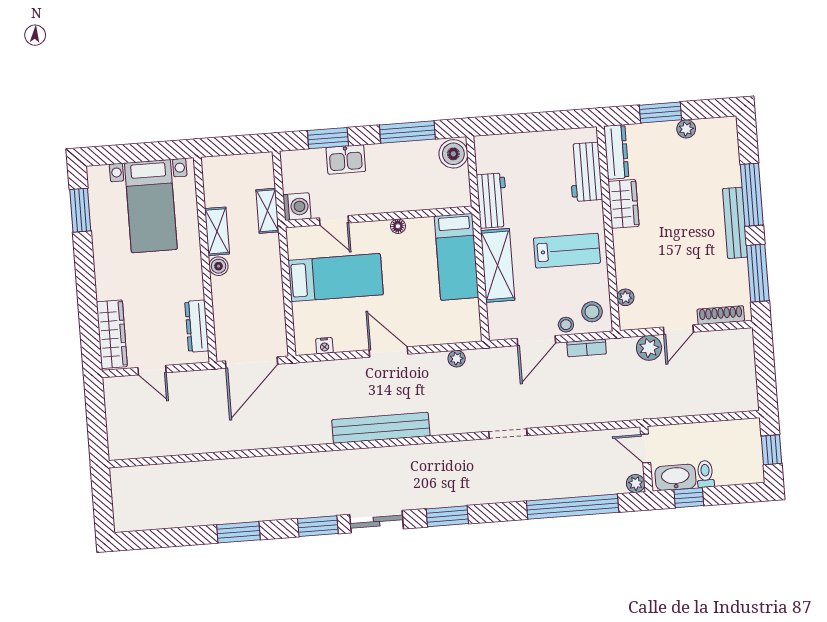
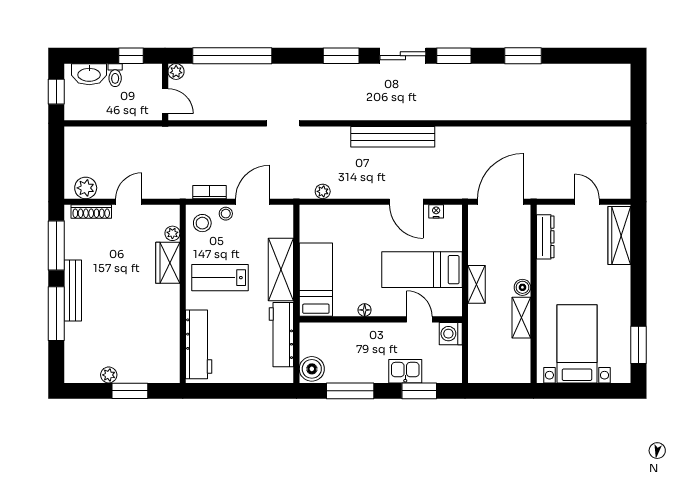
dresser: (616, 152) -> (171, 360), removed
workbench: (586, 172) -> (199, 344), width x1.38
workbench: (492, 201) -> (281, 335), width x1.38
wardrobe: (624, 204) -> (168, 263), moved
shelving: (267, 211) -> (476, 284), moved
plant: (649, 348) -> (86, 188), moved
door: (388, 352) -> (406, 202), moved
washbasin: (675, 477) -> (89, 74), moved

